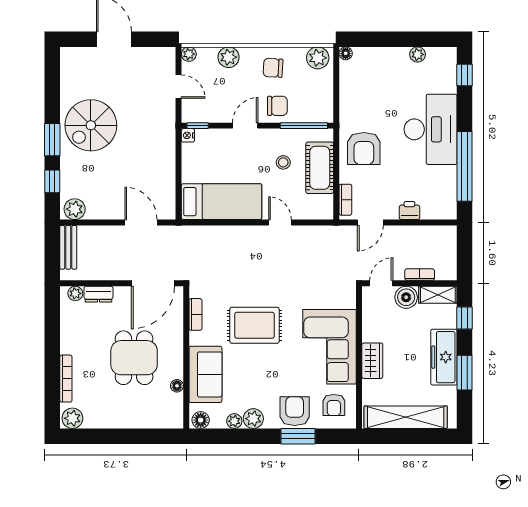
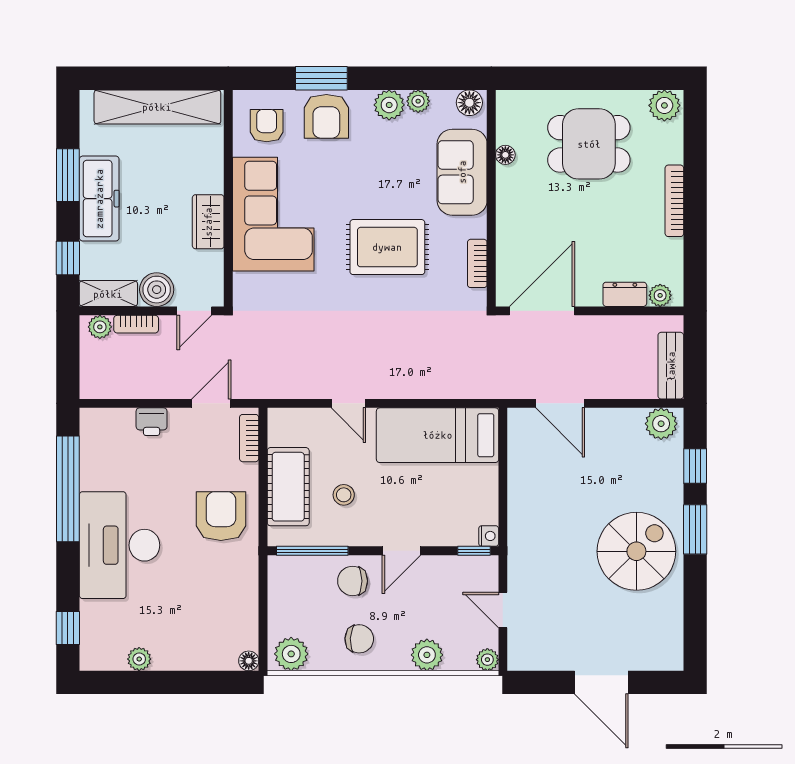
plant: (443, 273) -> (100, 327), added
dining table: (134, 358) -> (589, 144), moved, turned 90
wardrobe: (372, 361) -> (208, 222), moved
bookcase: (66, 379) -> (674, 201), moved

